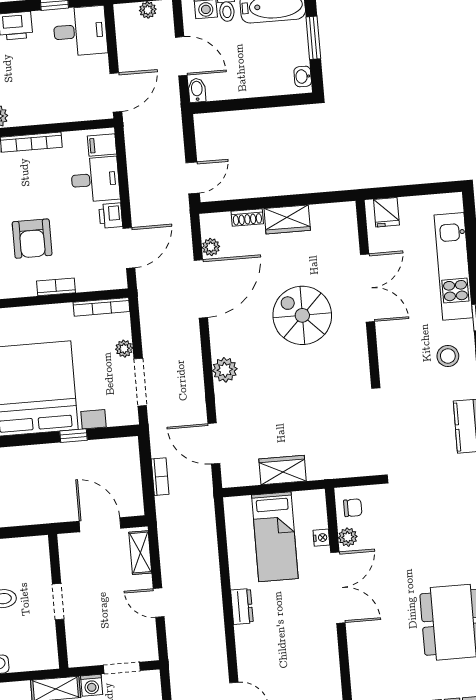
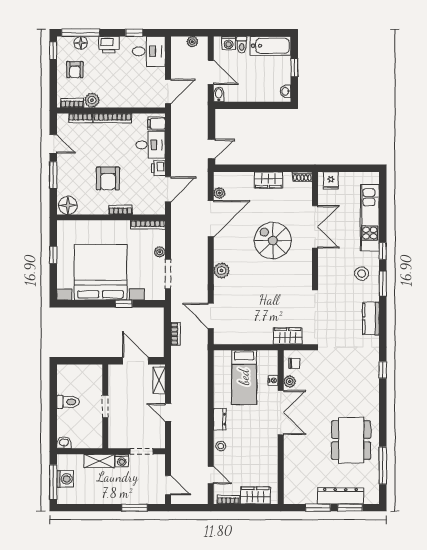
window: (313, 38) -> (294, 68), width x0.67
shoe rack: (247, 218) -> (302, 177), moved
wardrobe: (283, 470) -> (288, 336), moved
stool: (247, 649) -> (221, 446), added

